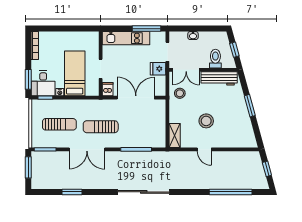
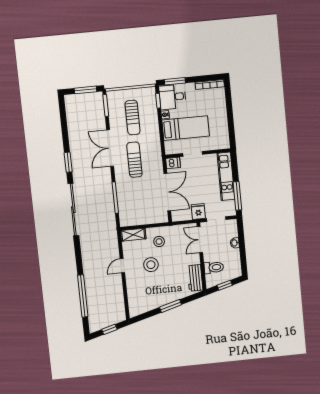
workbench: (219, 78) -> (195, 278), width x0.73
stool: (180, 93) -> (159, 242), moved
window: (72, 192) -> (68, 162), moved

